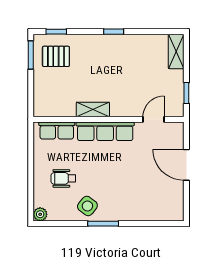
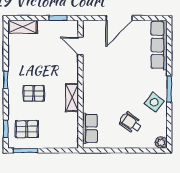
pallet: (56, 56) -> (27, 129), turned 90
pallet: (98, 64) -> (34, 93), added
row of seats: (105, 131) -> (159, 45), moved, turned 180
wheelchair: (63, 178) -> (131, 123), turned 124

